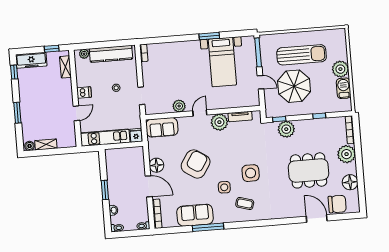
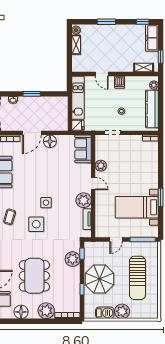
parasol: (294, 86) -> (99, 279), moved
armchair: (196, 164) -> (48, 176), removed
side table: (224, 187) -> (46, 203), moved

